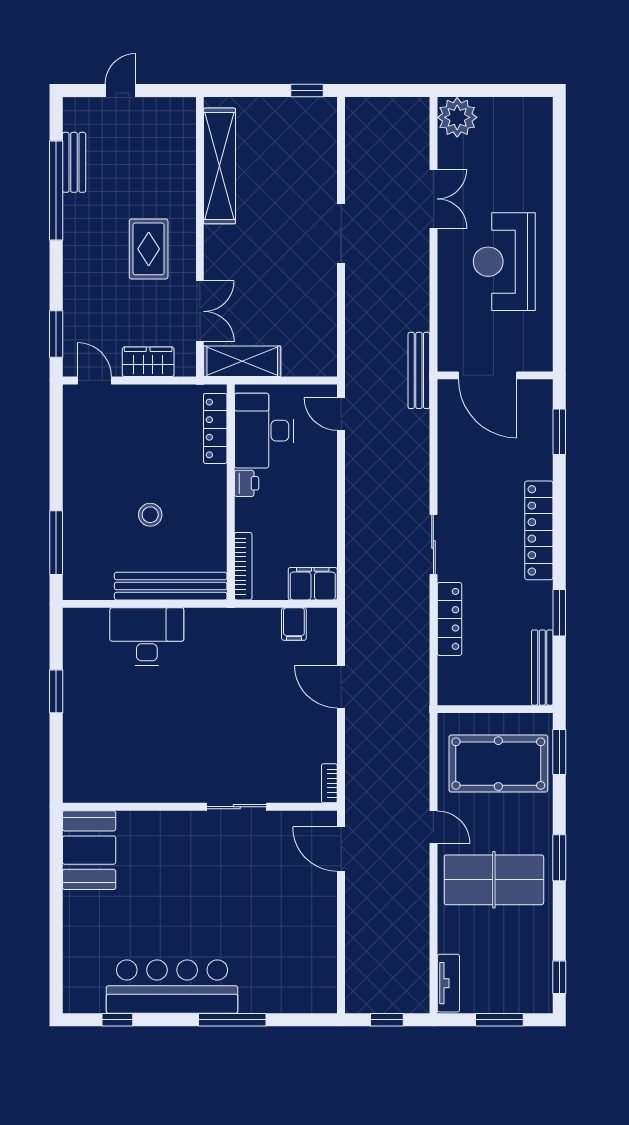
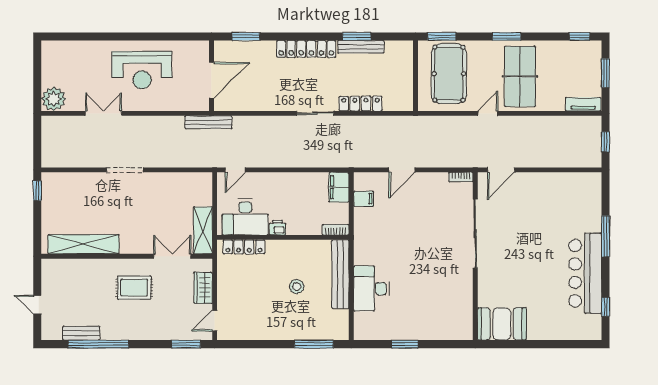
bookcase: (243, 566) -> (336, 230), width x0.64
bench: (542, 668) -> (361, 47), moved
sliding door: (237, 807) -> (475, 234), width x1.86

